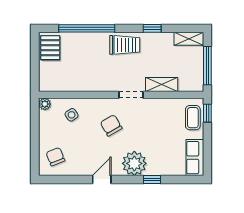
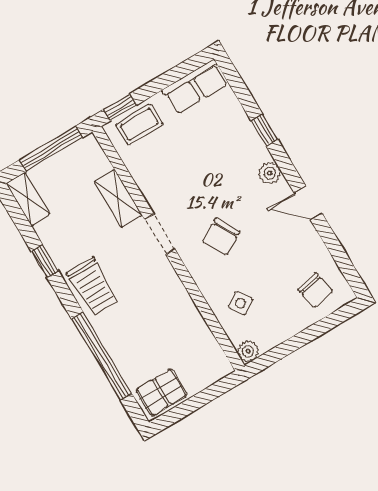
trolley: (125, 45) -> (93, 287), turned 180
chair: (55, 157) -> (315, 290), turned -80
plant: (134, 163) -> (270, 173), width x0.53, depth x0.53

